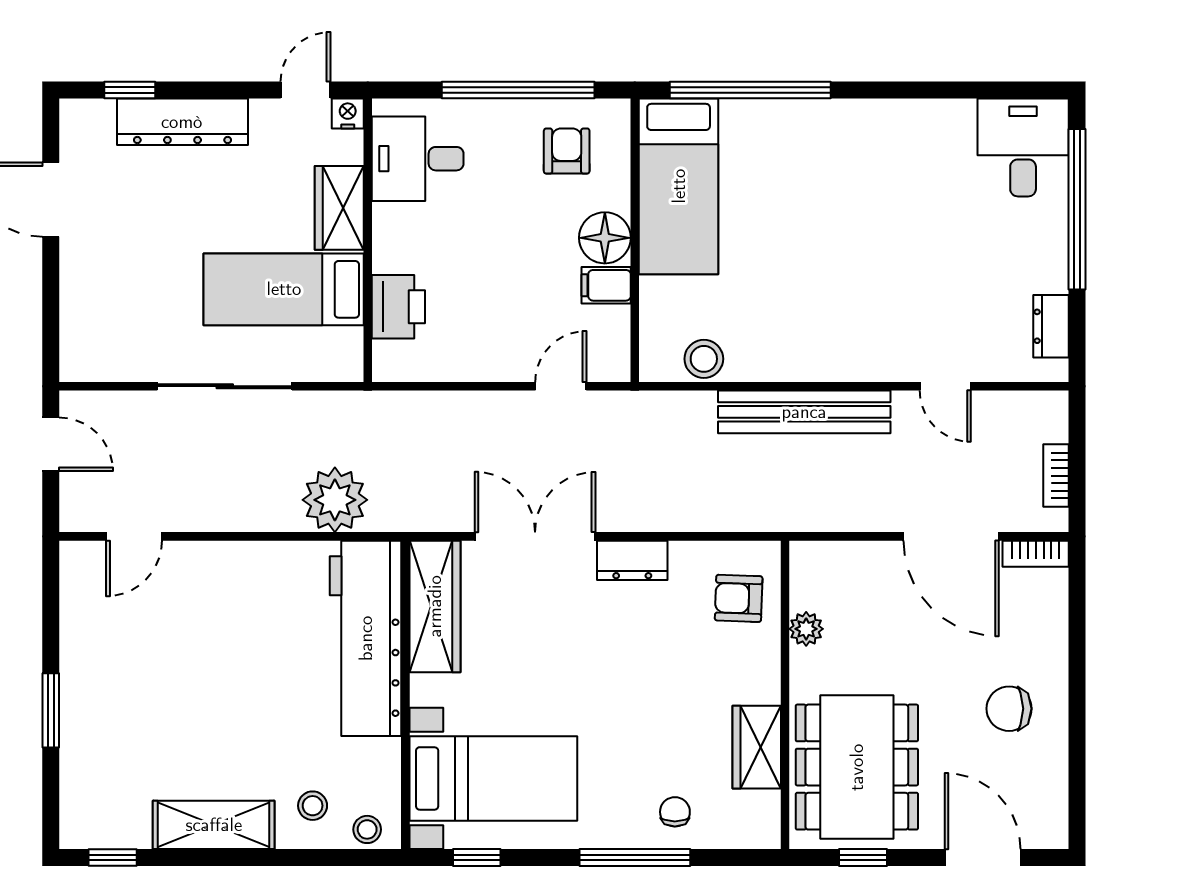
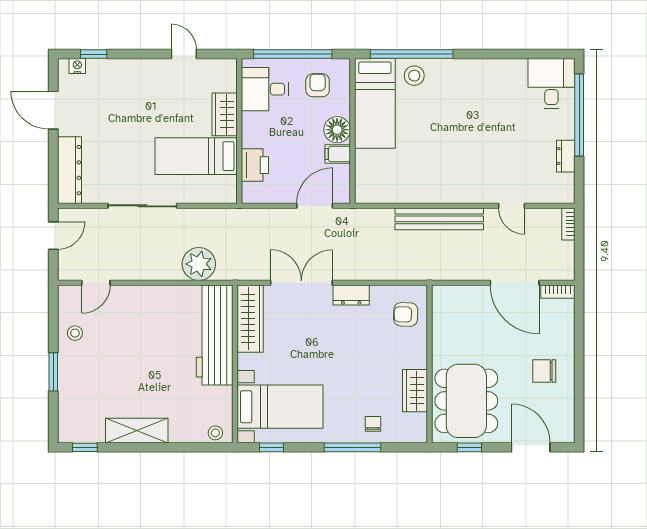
door: (306, 90) -> (184, 54), hinge flipped
nightstand: (348, 113) -> (77, 66), moved
dresser: (182, 122) -> (70, 170), moved, turned -90
desk: (418, 159) -> (265, 89), moved
wardrobe: (339, 208) -> (225, 114), moved
wall: (368, 240) -> (239, 131), moved
bed: (284, 289) -> (196, 156), moved
printer: (398, 307) -> (255, 165), moved
dresser: (1051, 326) -> (566, 156), moved
stool: (704, 359) -> (414, 76), moved
door: (561, 386) -> (315, 206), width x1.37
door: (51, 444) -> (53, 236), hinge flipped
bookcase: (1056, 476) -> (568, 224), moved
plant: (806, 629) -> (440, 330), removed
stool: (313, 806) -> (75, 333), moved

